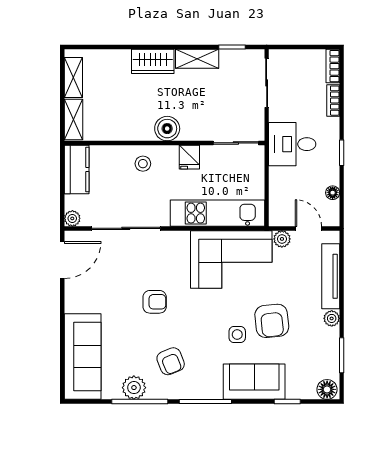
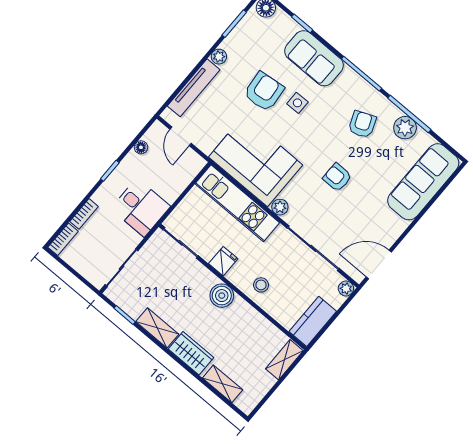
shelving: (73, 77) -> (223, 384), moved, turned 90
plant: (282, 239) -> (280, 207), moved

